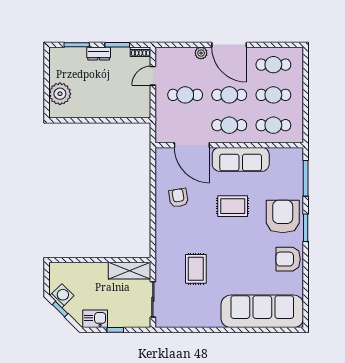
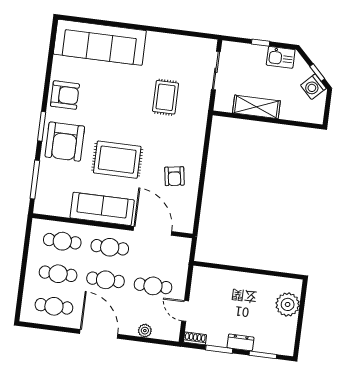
plant: (201, 53) -> (145, 331), moved
door: (153, 76) -> (185, 311), swing flipped
rug: (233, 206) -> (117, 160), width x1.36, depth x1.43
shelving: (130, 271) -> (256, 107), moved

